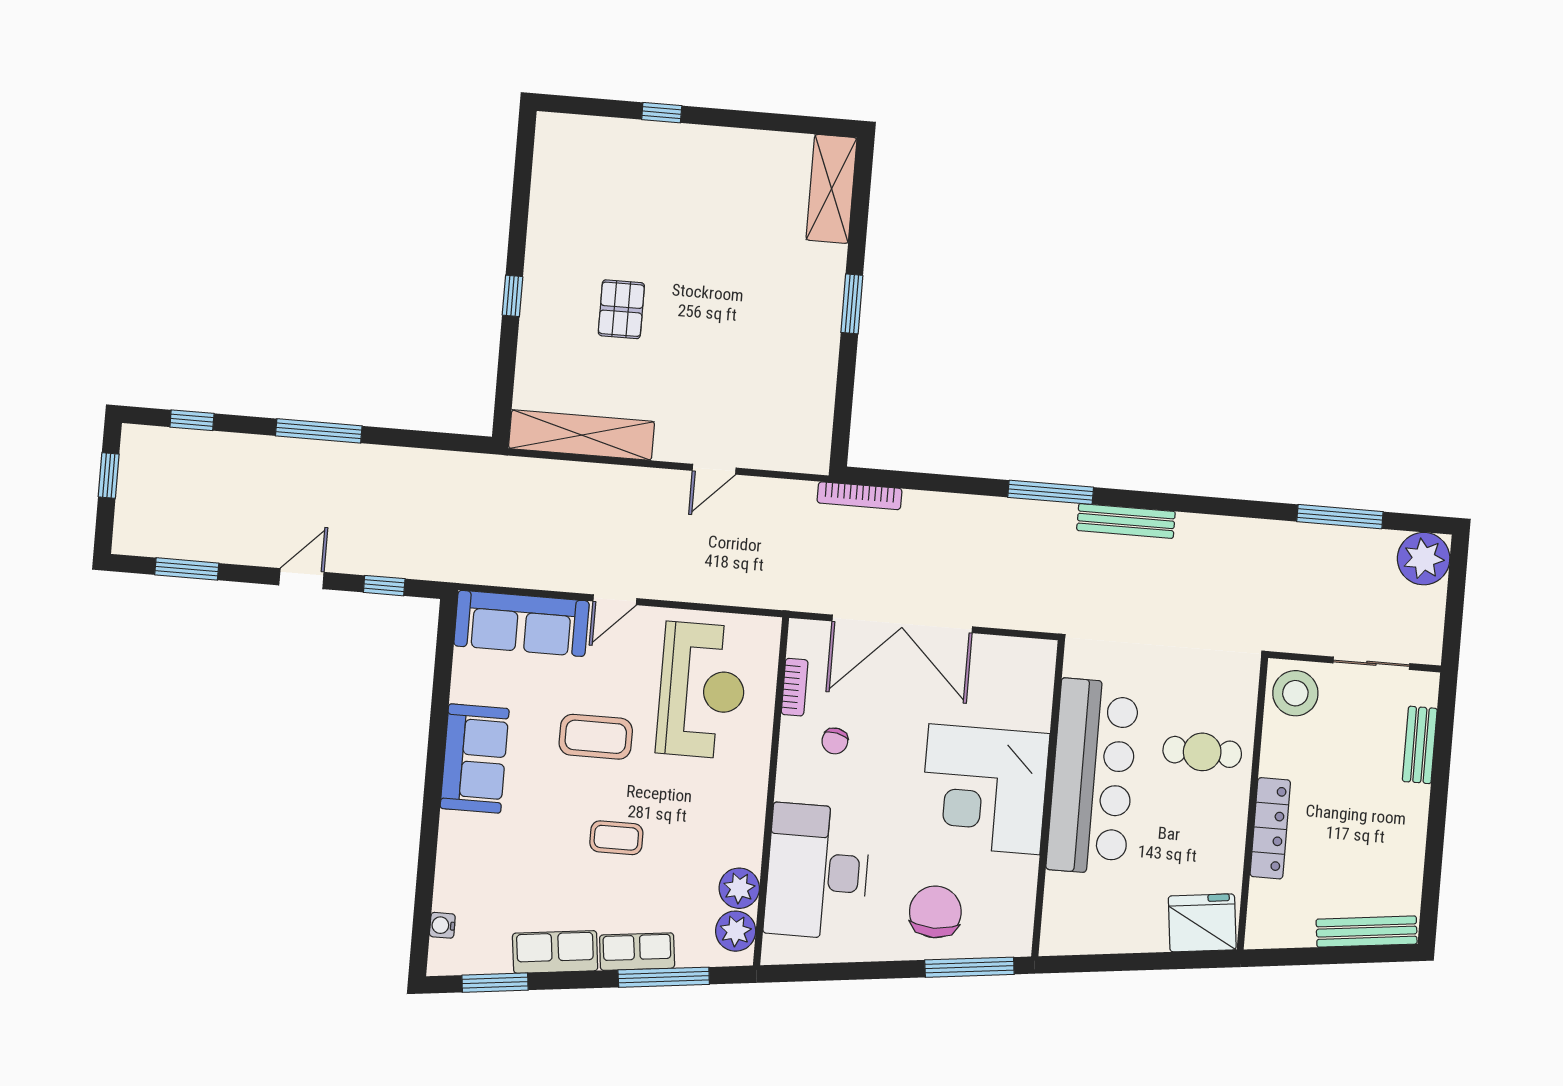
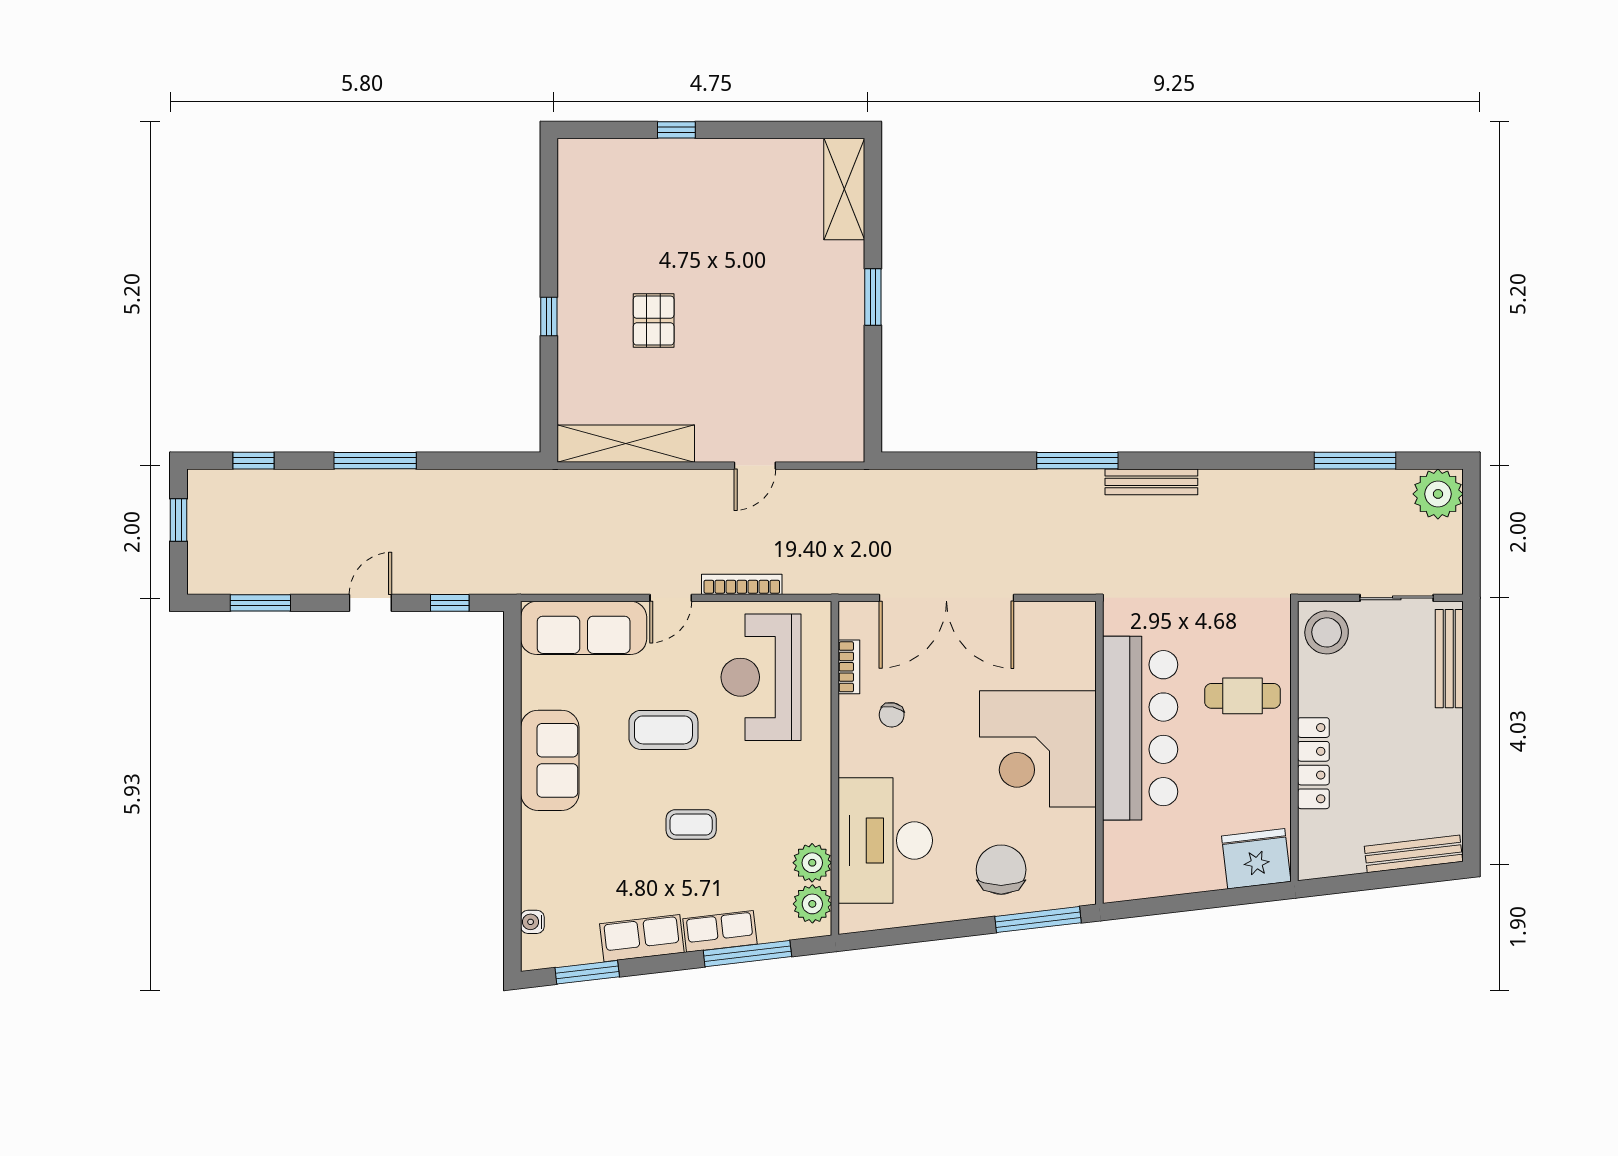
bookcase: (859, 496) -> (742, 584), moved, turned 180
reception desk: (702, 690) -> (761, 677), turned 180
bench: (1420, 745) -> (1449, 659), width x1.36

